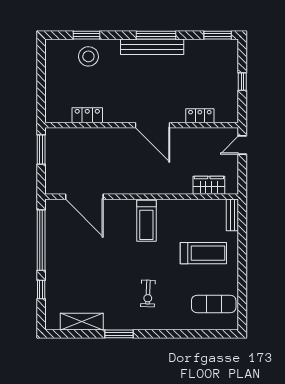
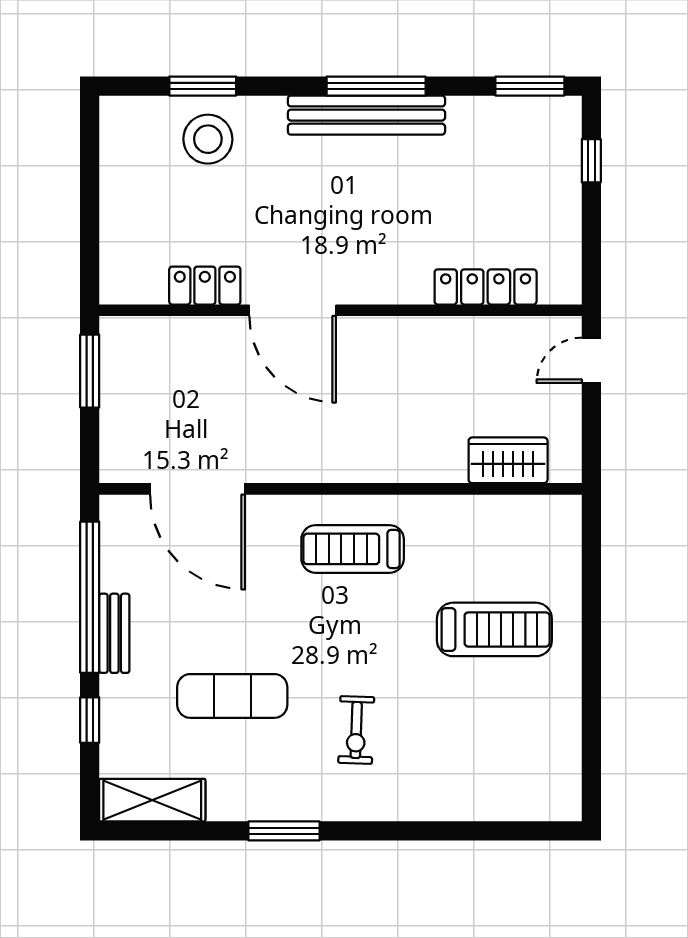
window: (242, 82) -> (591, 161), moved
locker: (200, 116) -> (486, 287), width x1.53
door: (153, 125) -> (293, 310), moved
bench: (232, 215) -> (114, 633), moved
treadmill: (146, 221) -> (353, 549), turned 90
exercise mat: (214, 304) -> (232, 696), moved
shelving: (82, 322) -> (152, 800), moved

